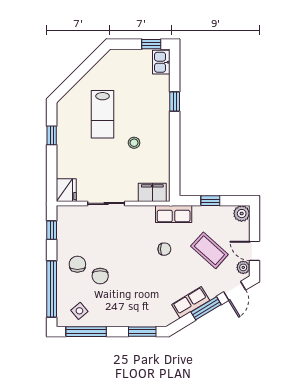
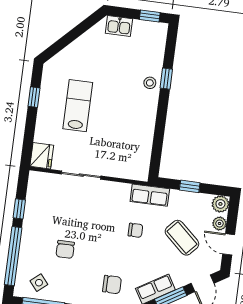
kitchen sink: (161, 62) -> (119, 26), moved, turned -90
lab bench: (103, 114) -> (78, 106), moved, turned 180
stool: (134, 143) -> (150, 83), moved
filing cabinet: (152, 192) -> (131, 170), removed
window: (52, 230) -> (19, 209), moved
chair: (77, 264) -> (112, 285), moved, turned 90
plant: (243, 267) -> (219, 223), moved

